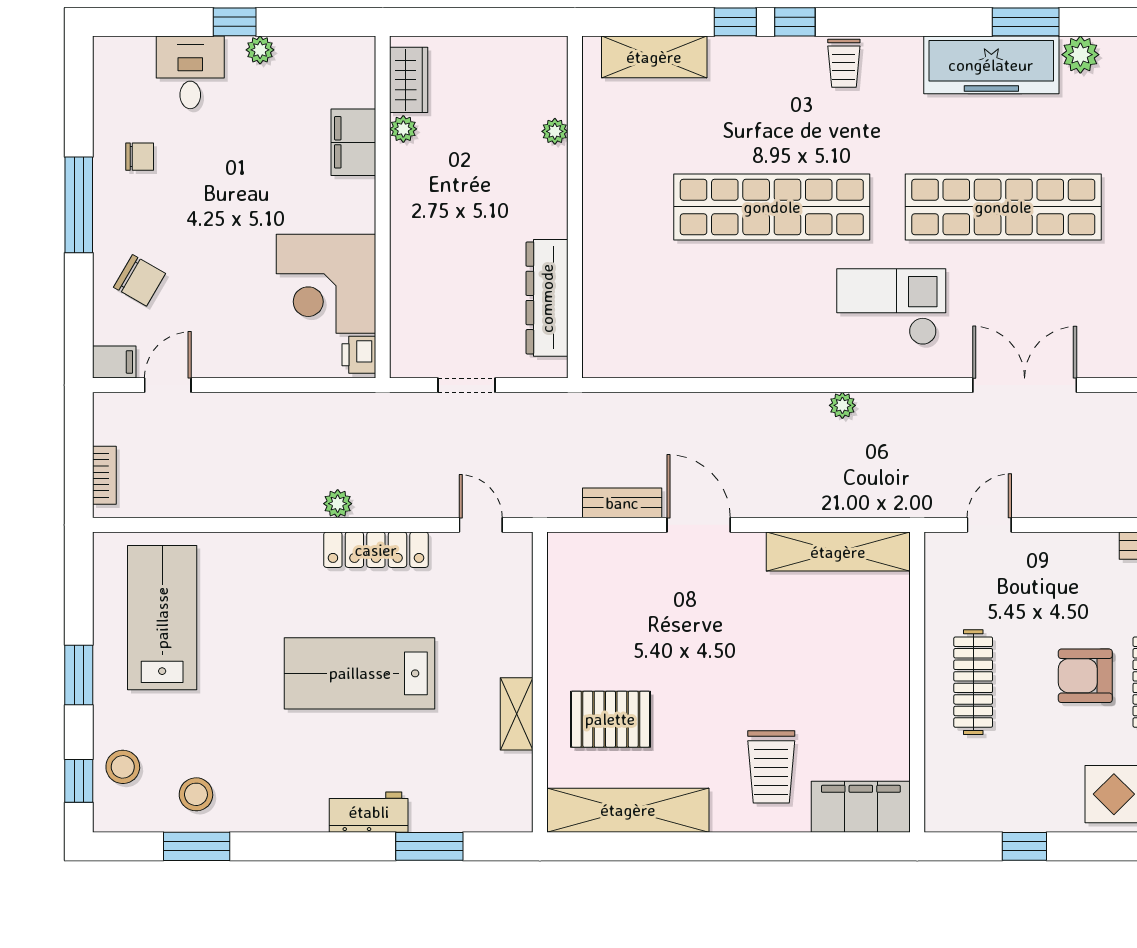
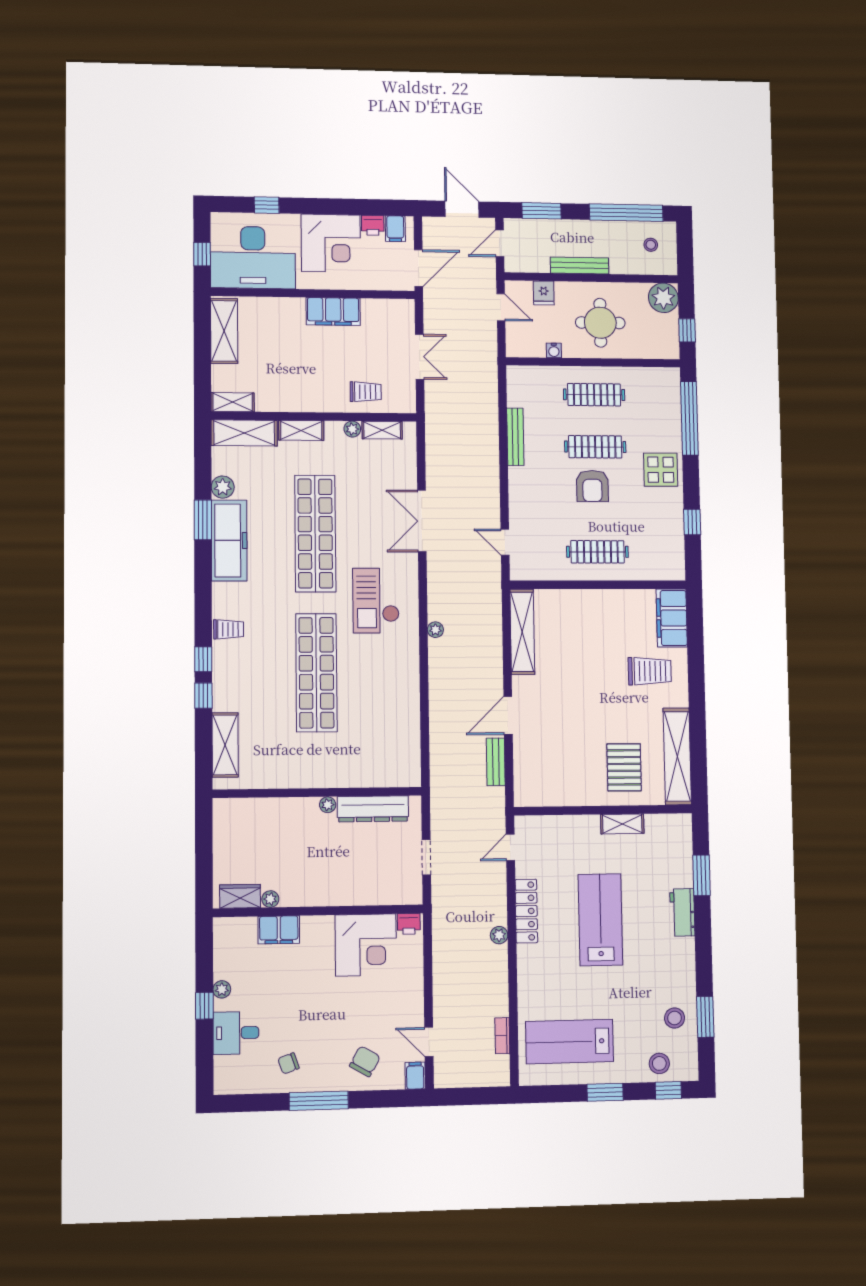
plant: (555, 131) -> (328, 805), moved
chair: (140, 157) -> (288, 1063), turned -109
bookcase: (104, 475) -> (502, 1036), moved, turned -90
lab bench: (360, 673) -> (600, 920), turned 180

